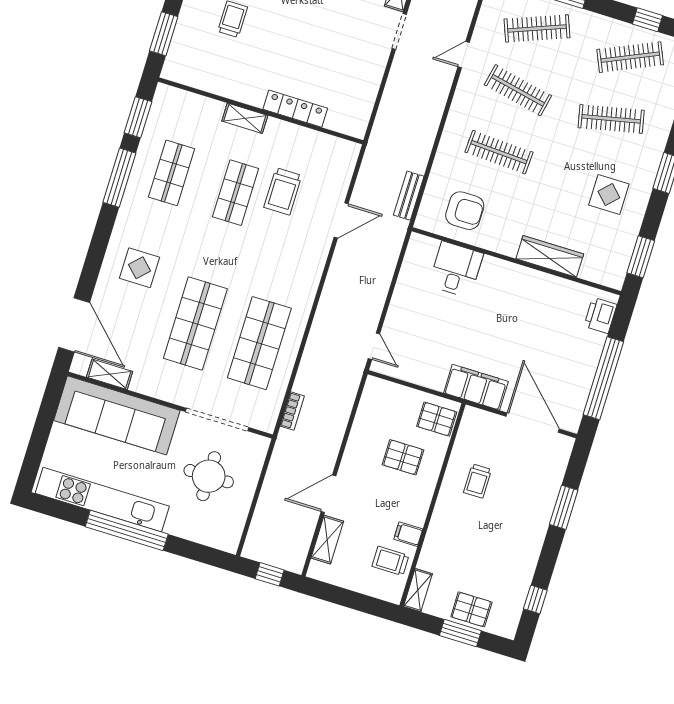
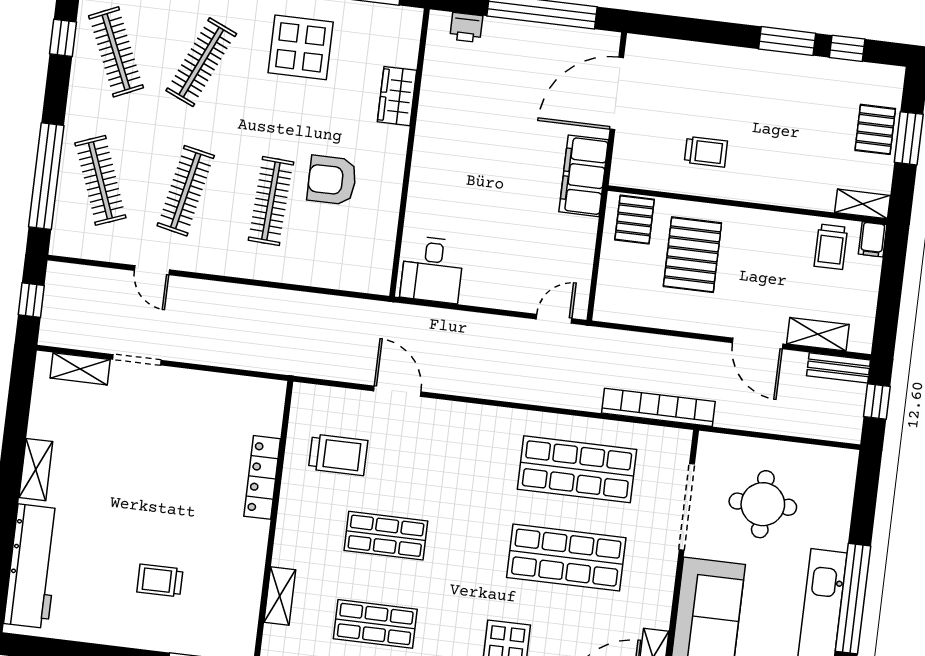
shelving: (245, 118) -> (280, 596), moved
clothes rail: (611, 119) -> (201, 62), turned 36
trolley: (283, 191) -> (338, 455), moved
display table: (609, 195) -> (301, 47), width x1.36, depth x1.36
bench: (409, 196) -> (838, 368), moved
armchair: (465, 211) -> (332, 180), moved, turned -90
wardrobe: (550, 256) -> (397, 96), width x0.67
desk: (456, 269) -> (432, 270), moved, turned -90
printer: (600, 315) -> (466, 27), width x0.73, depth x0.81
bookcase: (292, 411) -> (658, 407), width x2.31, depth x1.31
pallet: (403, 457) -> (692, 255), width x1.50, depth x1.42
window: (564, 507) -> (787, 41), moved
filing cabinet: (408, 534) -> (873, 239), moved

